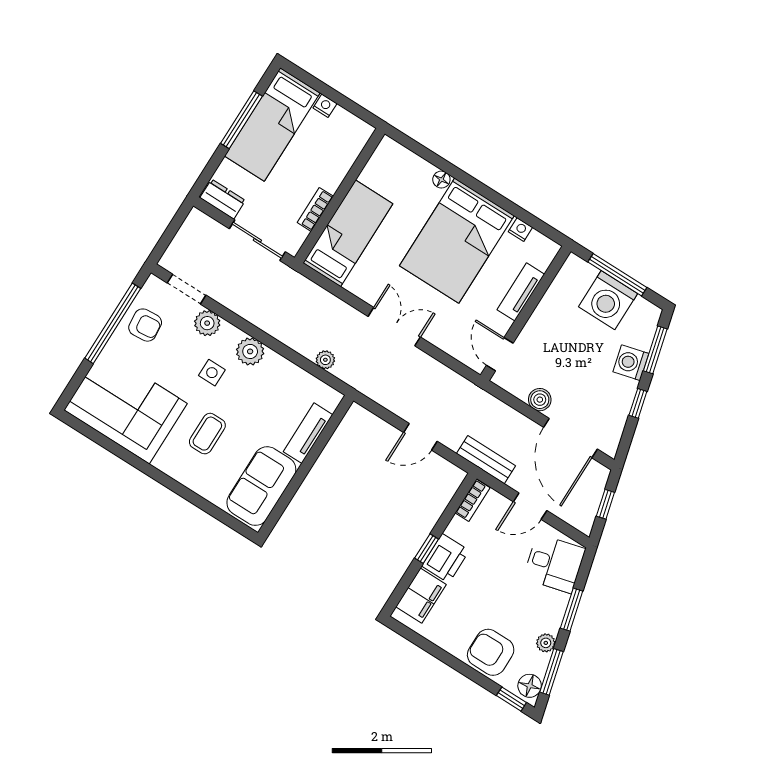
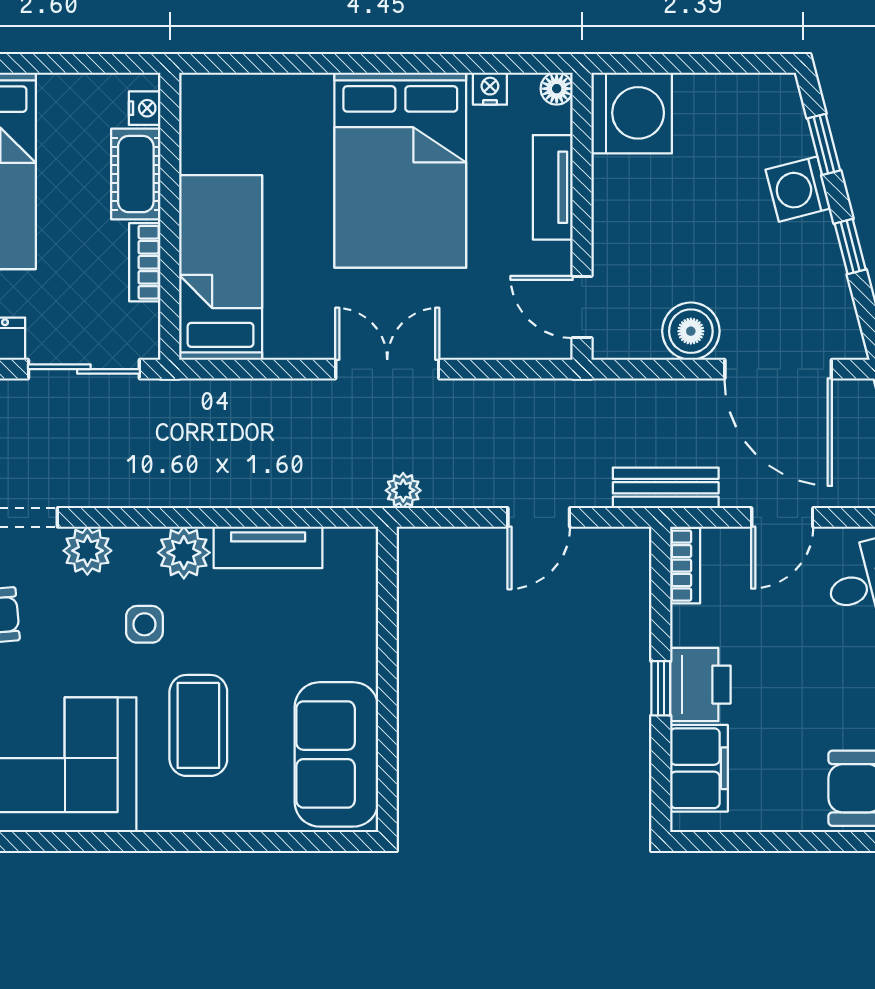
nightstand: (325, 106) -> (145, 108), moved, turned 90
cot: (336, 167) -> (136, 174), added
floor lamp: (441, 180) -> (557, 89), moved
window: (617, 275) -> (689, 63), removed
washing machine: (608, 300) -> (632, 113), moved, turned -90
window: (655, 350) -> (824, 144), width x0.67
plant: (325, 360) -> (403, 490), moved
boiler: (540, 400) -> (691, 331), width x1.36, depth x1.36
tv unit: (308, 433) -> (268, 547), moved, turned -90
coffee table: (207, 434) -> (198, 725), width x1.36, depth x1.30

